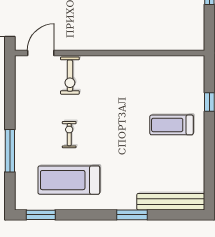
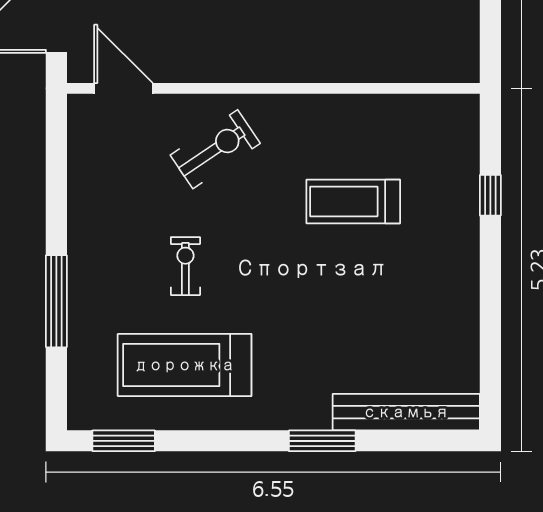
door: (41, 53) -> (123, 88), hinge flipped
exercise bike: (70, 76) -> (215, 149), moved, turned -124
treadmill: (172, 125) -> (353, 201), moved

